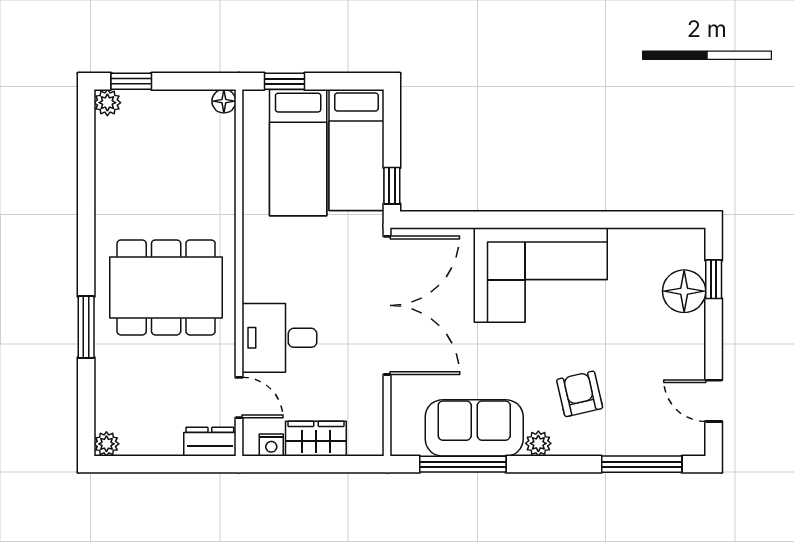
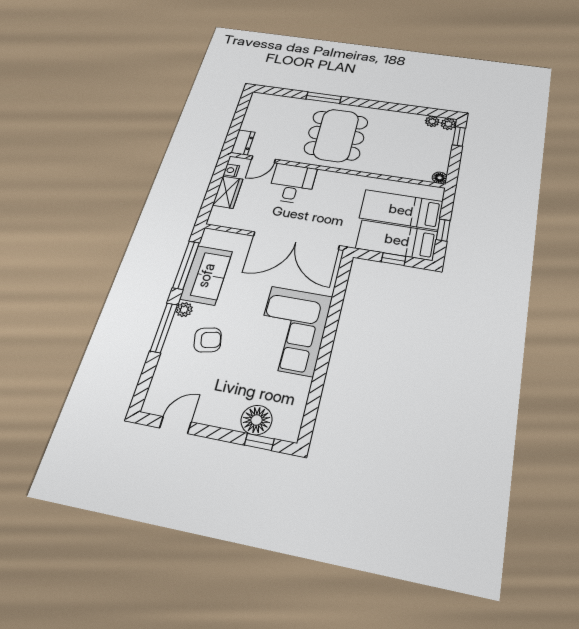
window: (284, 81) -> (443, 230), moved
window: (392, 186) -> (394, 259), moved
plant: (106, 444) -> (432, 121), moved
window: (642, 464) -> (164, 328), moved

